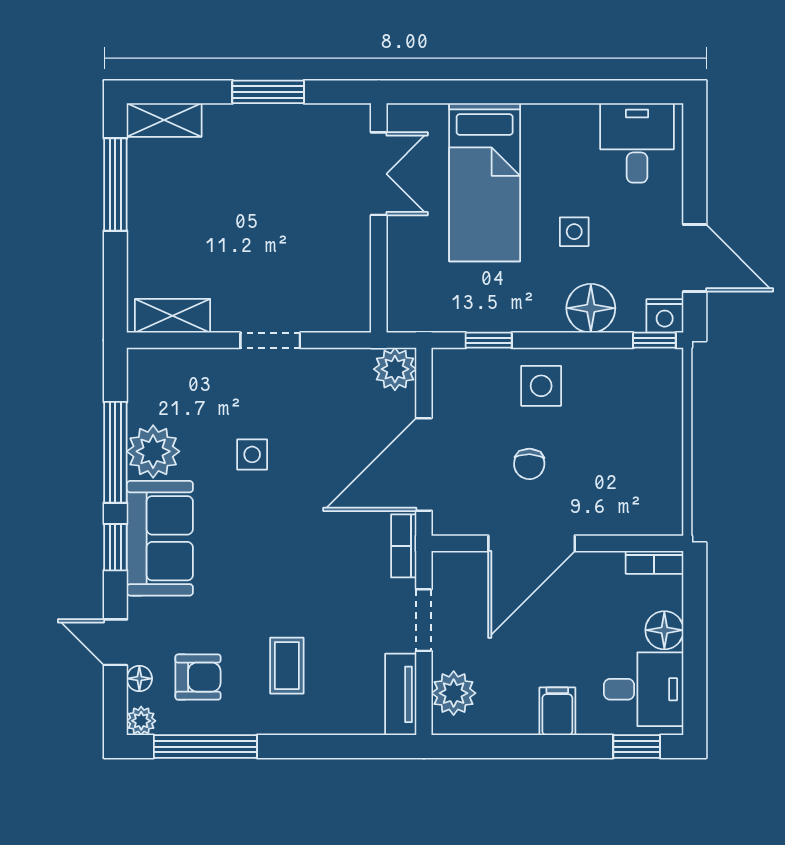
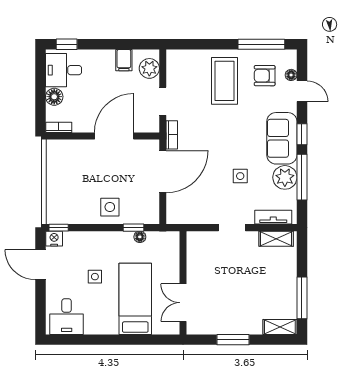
floor lamp: (591, 308) -> (140, 237), moved, width x0.53, depth x0.53
plant: (395, 369) -> (176, 215), removed
chair: (529, 464) -> (115, 172), removed
coffee table: (287, 666) -> (225, 81), width x1.86, depth x1.72
tv unit: (401, 694) -> (273, 217), moved, turned -90
filing cabinet: (557, 711) -> (124, 60), moved
plant: (141, 721) -> (290, 56), removed

